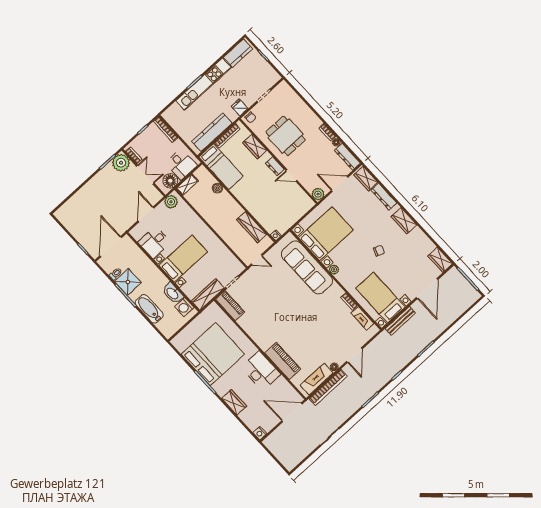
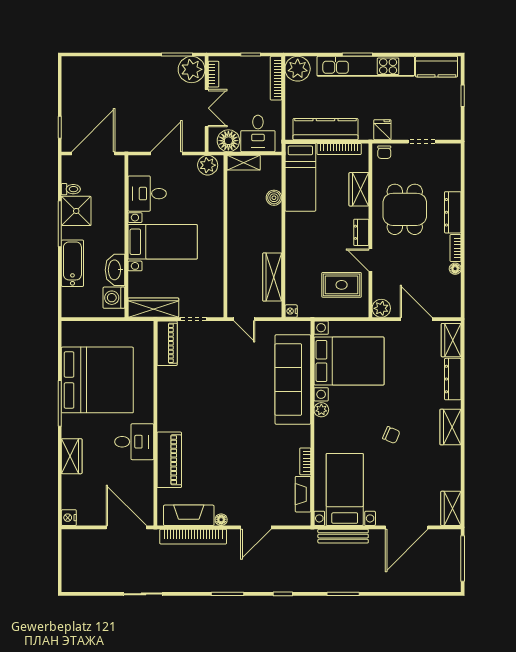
plant: (172, 115) -> (298, 69), added
dresser: (347, 157) -> (453, 212), moved
rug: (289, 200) -> (342, 285), added
desk: (261, 371) -> (134, 442), width x0.73

